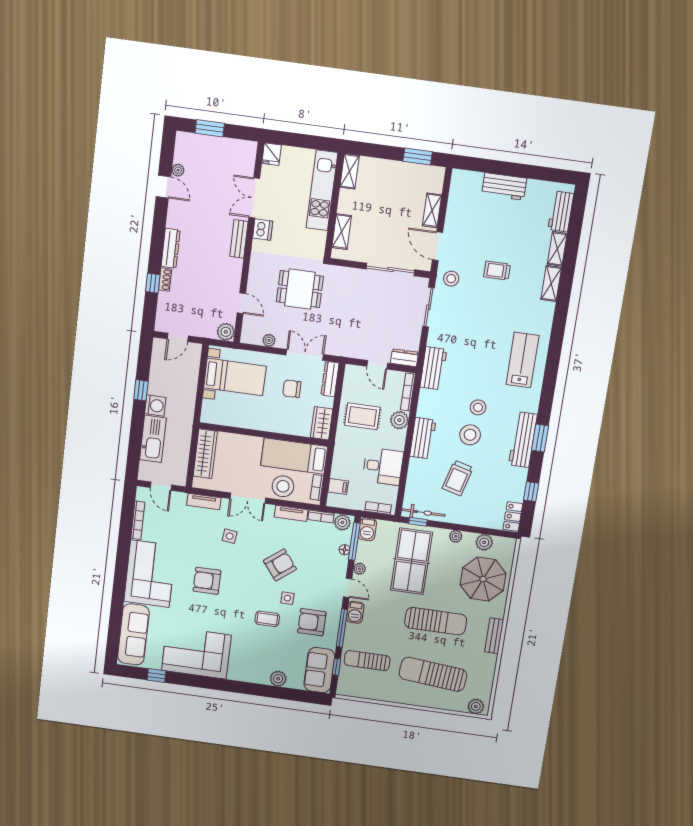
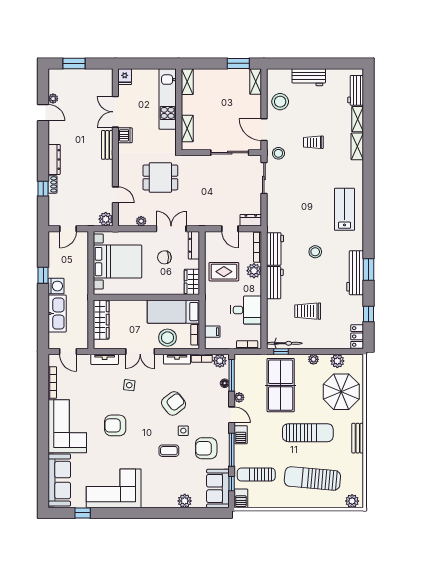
shelving: (432, 210) -> (256, 81), moved
workbench: (433, 368) -> (275, 249), moved
bed with nightstands: (235, 377) -> (117, 262), width x1.36
stool: (470, 435) -> (280, 102), moved
trolley: (458, 478) -> (308, 311), turned 75
barbecue: (367, 529) -> (241, 498), moved

